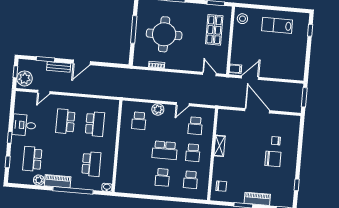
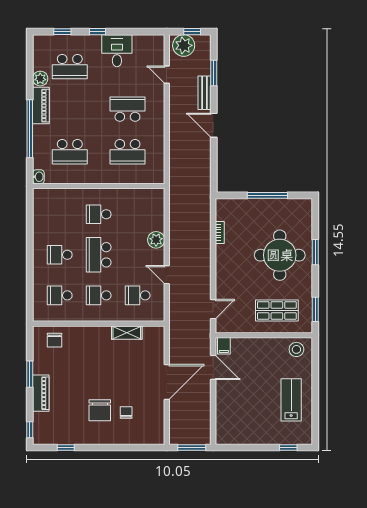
round table: (164, 34) -> (280, 255), moved
school desk: (139, 121) -> (99, 214), moved
shelving: (220, 146) -> (127, 333), moved
school desk: (32, 159) -> (70, 67), turned 180

